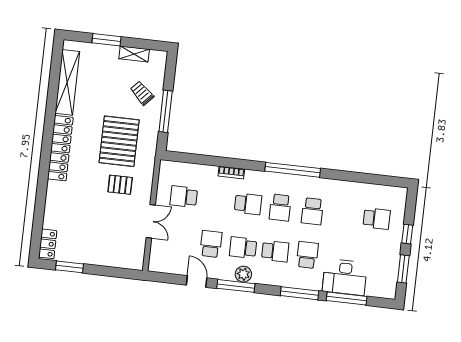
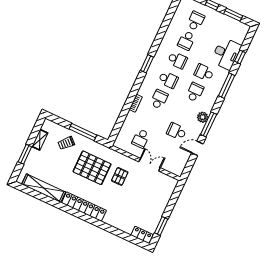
window: (293, 170) -> (147, 64), width x0.47
school desk: (243, 248) -> (186, 41), moved
window: (347, 299) -> (240, 57), width x0.46

